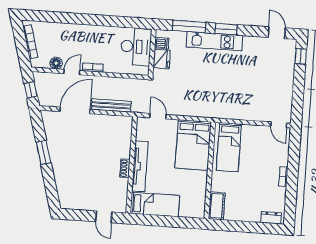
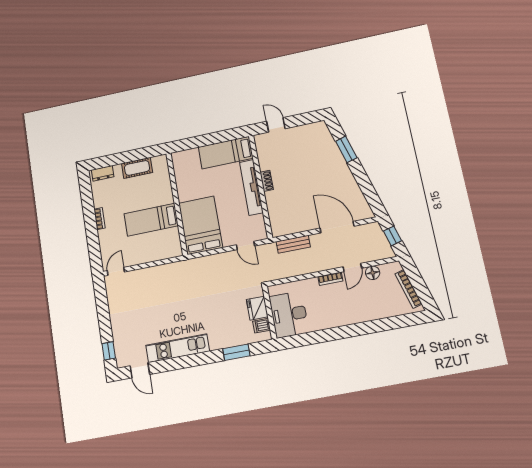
window: (189, 26) -> (236, 352), width x0.69
window: (226, 29) -> (195, 360), removed
kitchen unit: (214, 41) -> (178, 348), moved
bench: (111, 105) -> (293, 244), width x0.73
door: (75, 110) -> (337, 227), swing flipped
door: (279, 125) -> (116, 271), hinge flipped
bed: (229, 147) -> (151, 220), moved, turned -90
window: (44, 152) -> (346, 149), moved
cot: (217, 206) -> (137, 168), moved, turned 90

